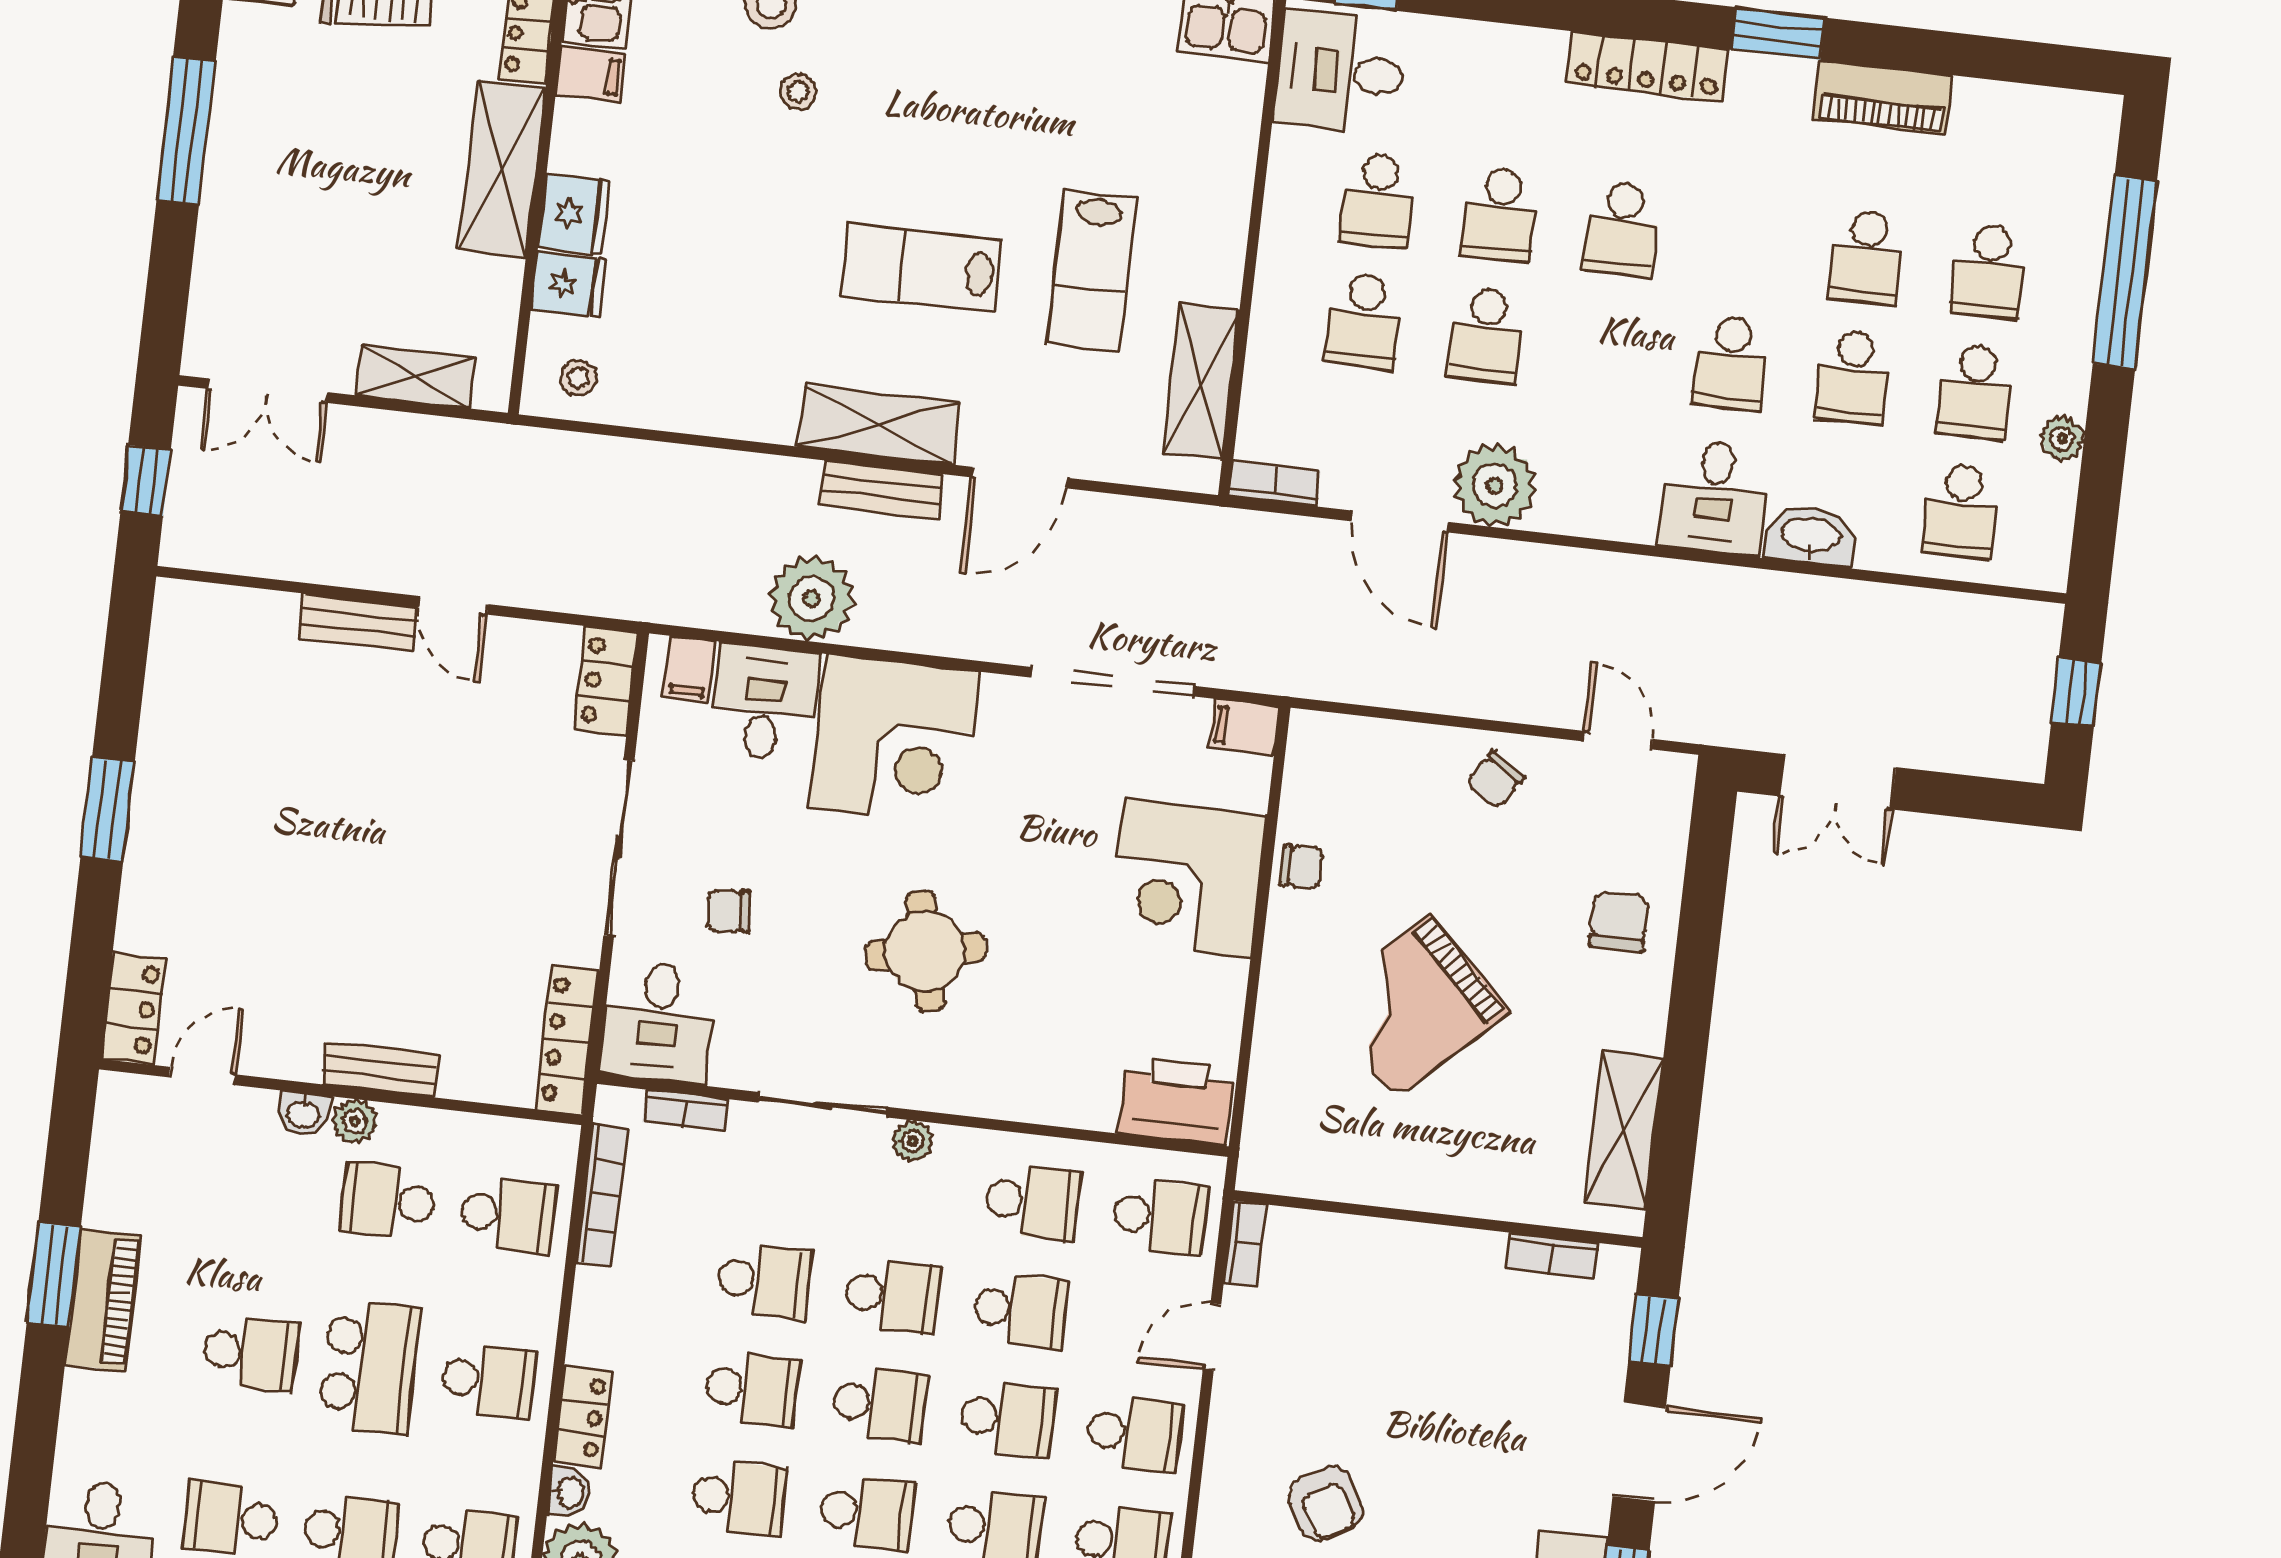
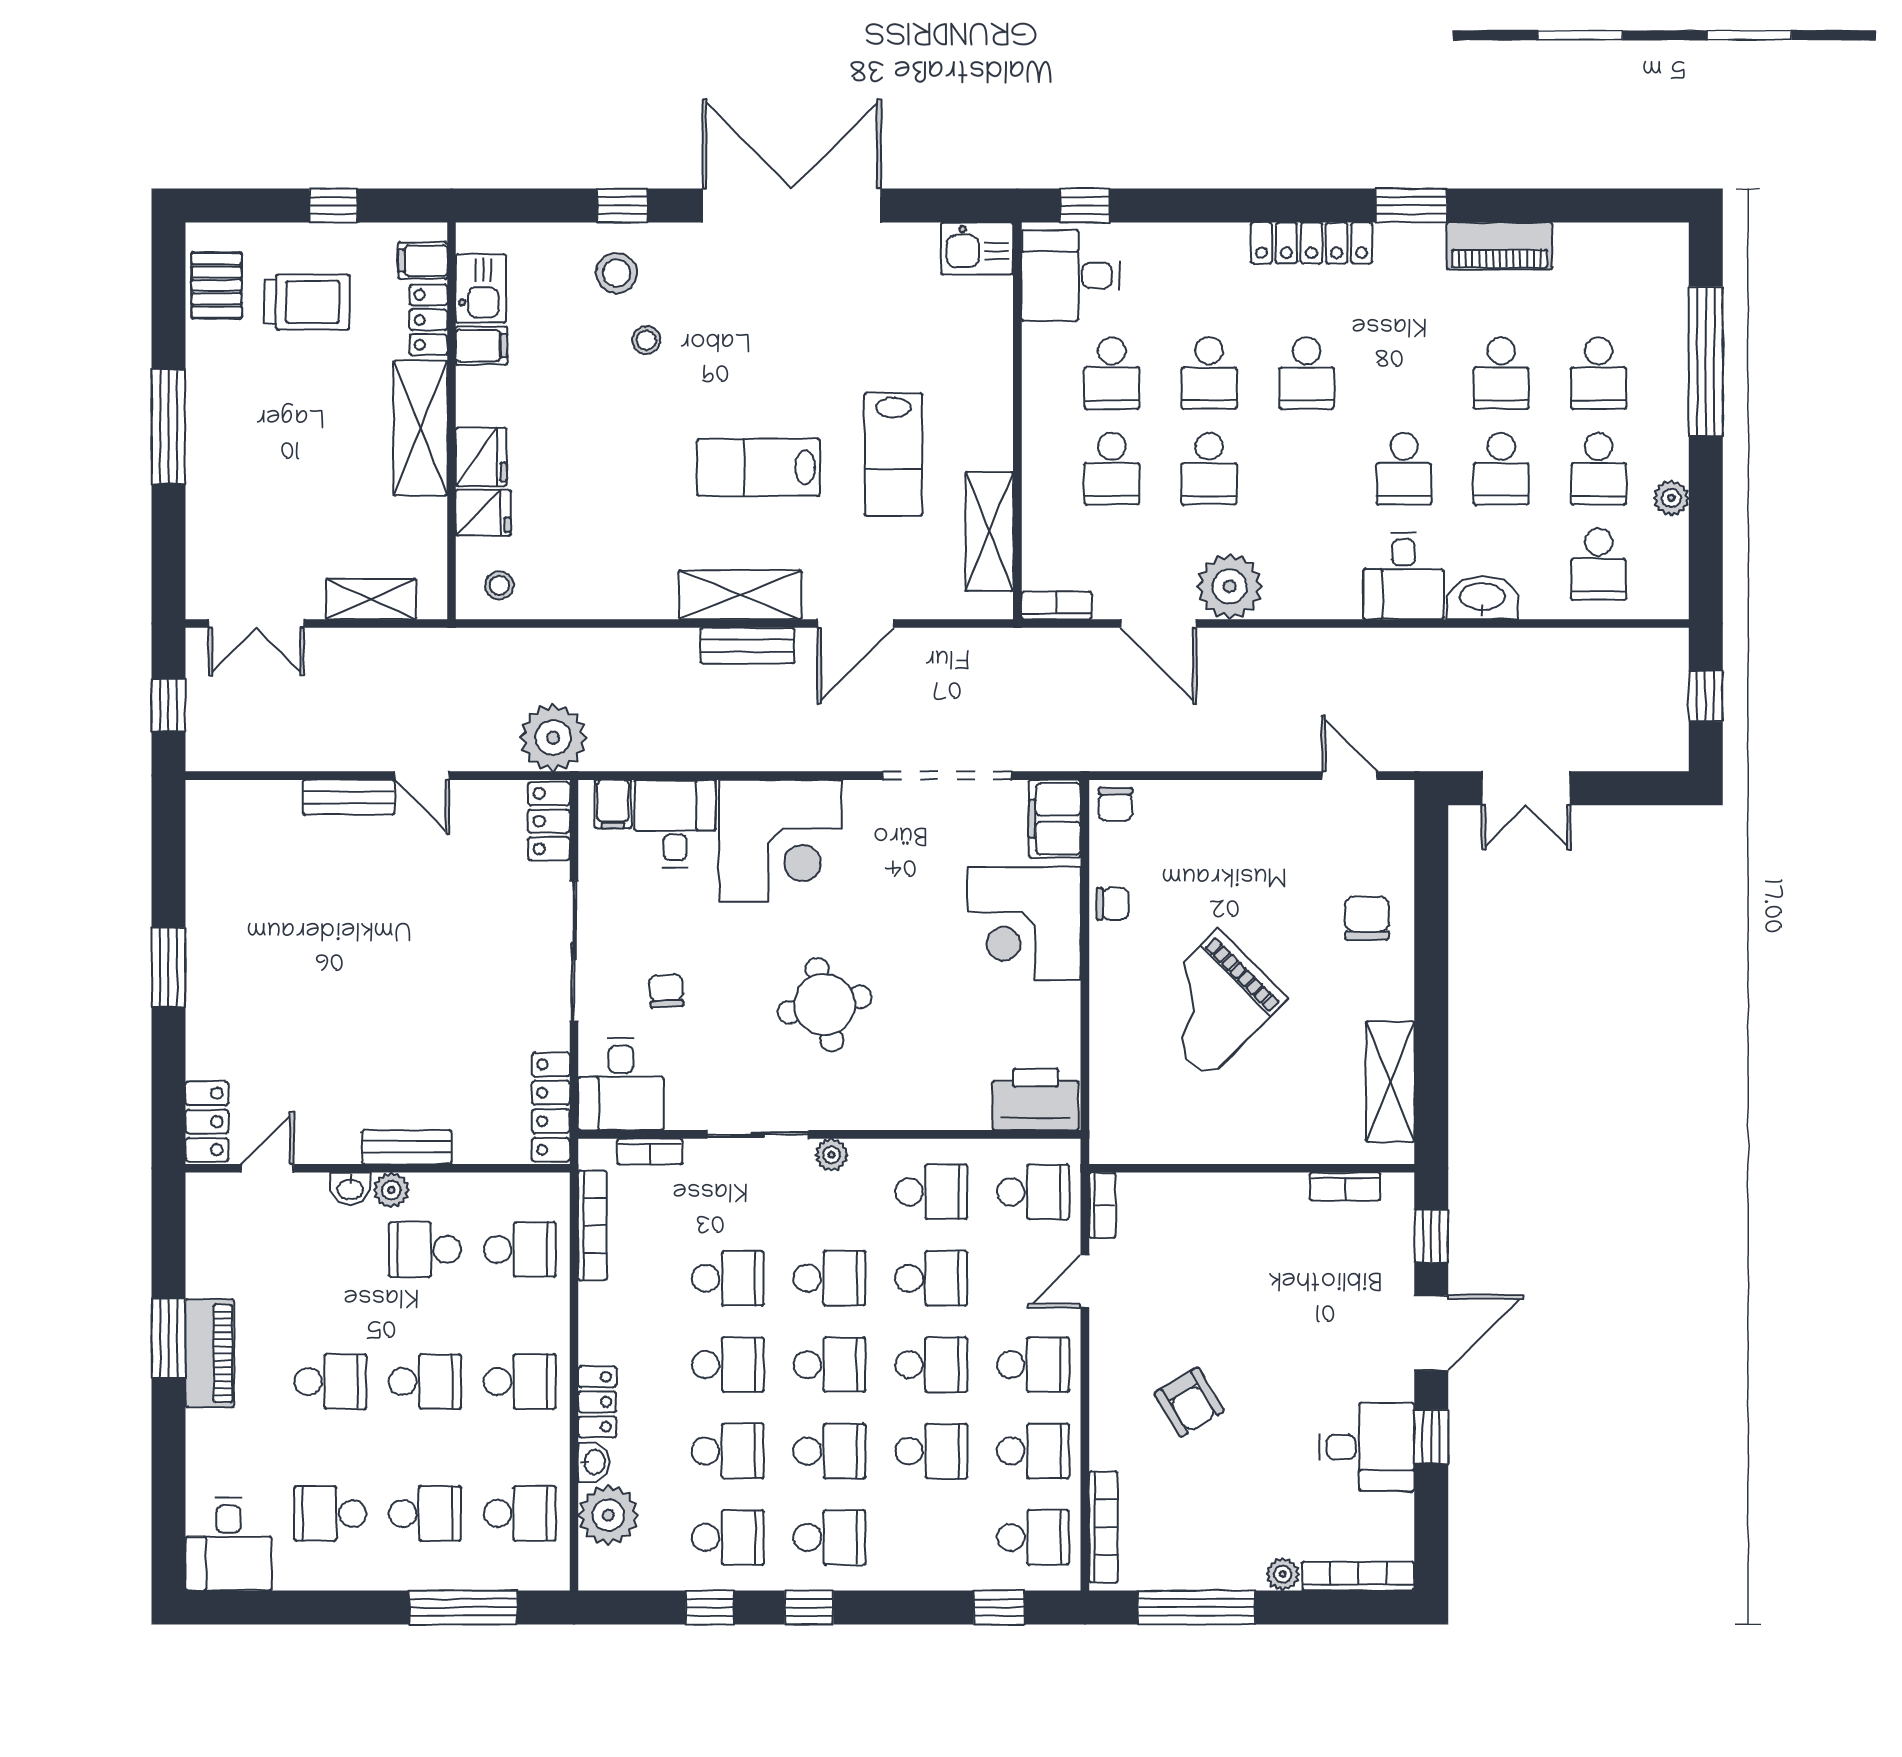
plant: (811, 599) -> (553, 738), moved
filing cabinet: (1244, 727) -> (1055, 819), width x2.00
chair: (1495, 780) -> (1115, 804), moved, turned -34
chair: (729, 911) -> (666, 991), turned 93
school desk: (369, 1366) -> (425, 1381), width x0.54

